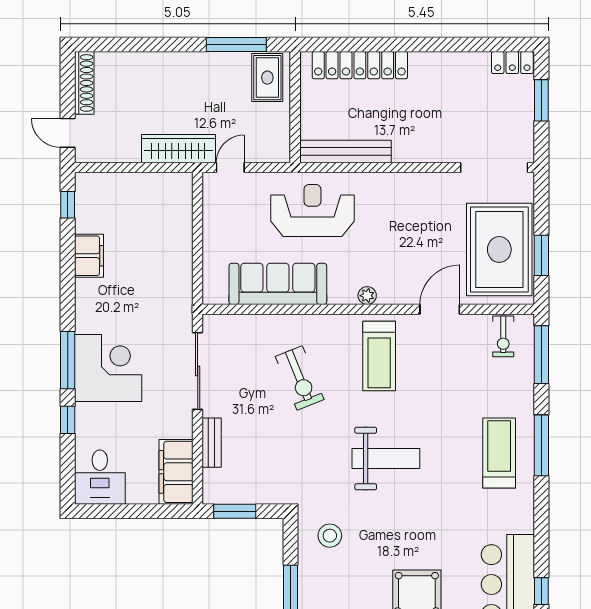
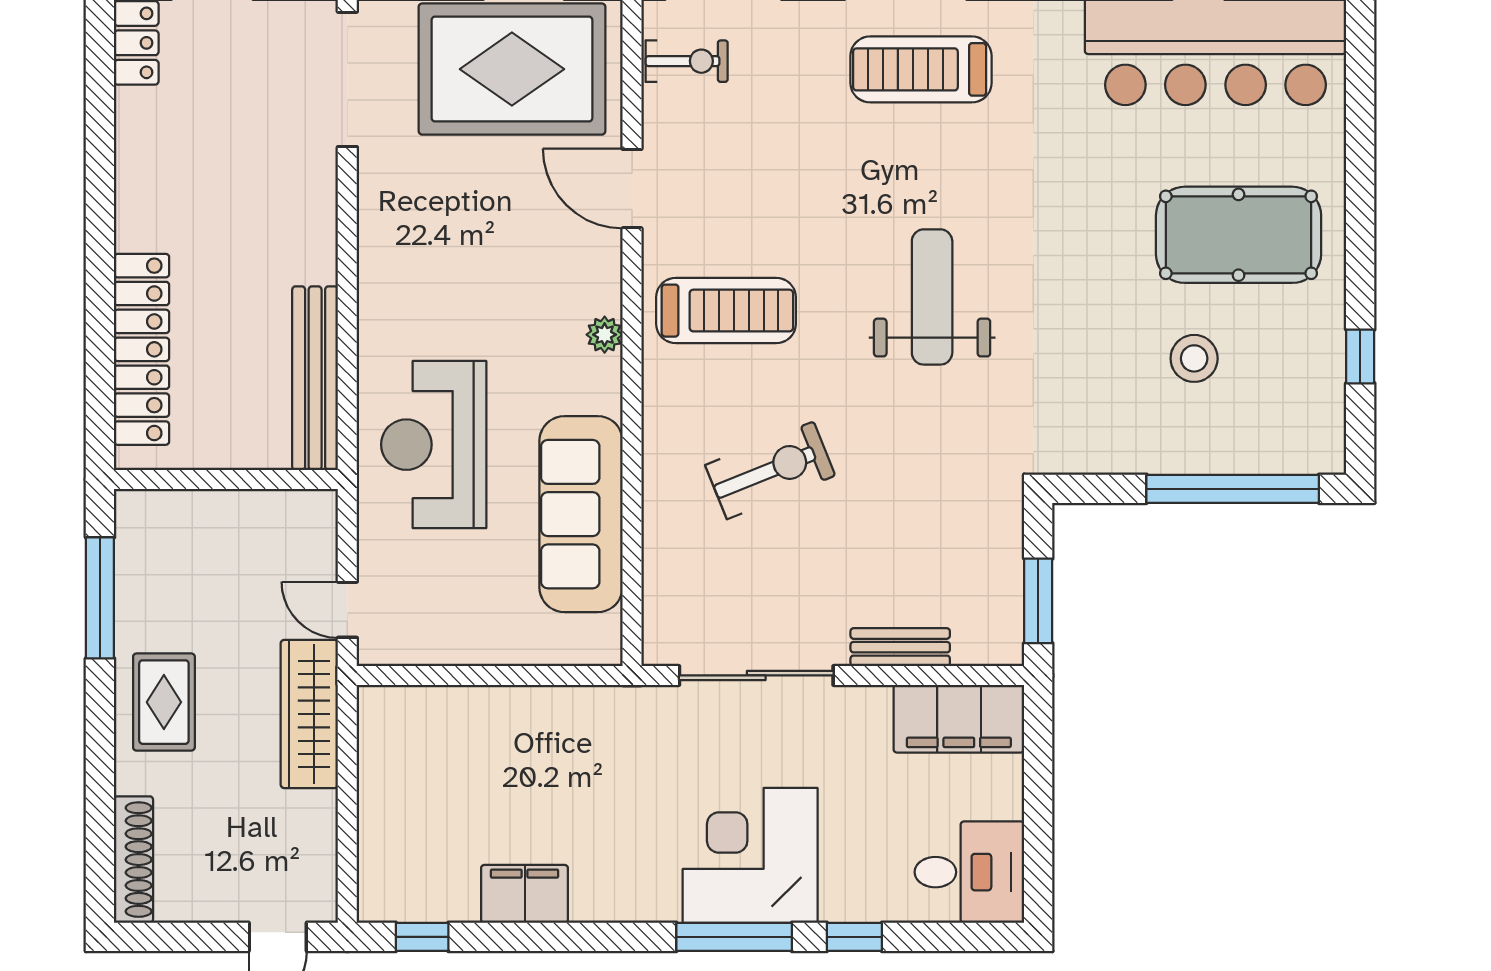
rug: (267, 78) -> (164, 702), moved, turned 90
shoe rack: (84, 83) -> (133, 860), moved, turned 90
stool: (330, 536) -> (1194, 358), moved

